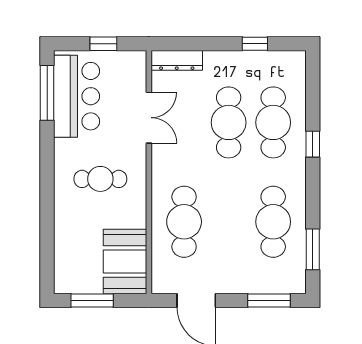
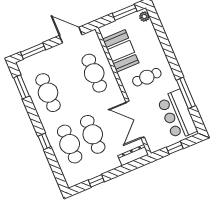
window: (47, 93) -> (186, 93), moved
double door: (149, 118) -> (135, 119), width x1.37
booth: (125, 262) -> (121, 51), moved
plant: (63, 280) -> (144, 17), added

